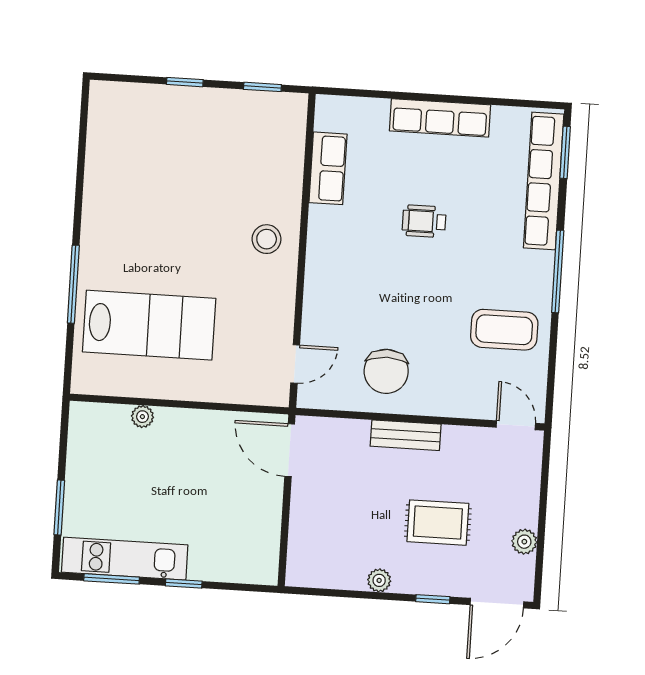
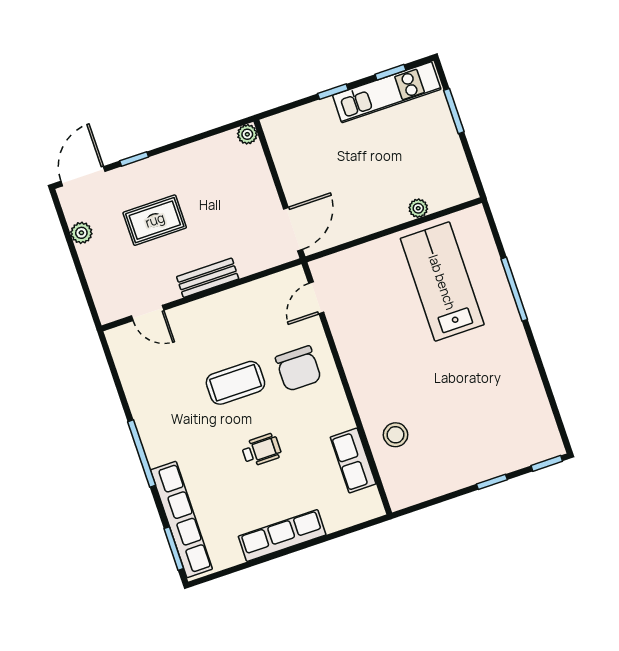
window: (262, 87) -> (547, 463), moved
stool: (267, 239) -> (395, 435), moved
lab bench: (149, 325) -> (442, 282), turned 90
coffee table: (504, 330) -> (235, 383), moved
chair: (386, 371) -> (298, 369), moved, turned 180
door: (516, 425) -> (148, 313), moved
door: (290, 450) -> (293, 229), hinge flipped
window: (112, 579) -> (390, 72), width x0.67
plant: (379, 580) -> (247, 134), moved

